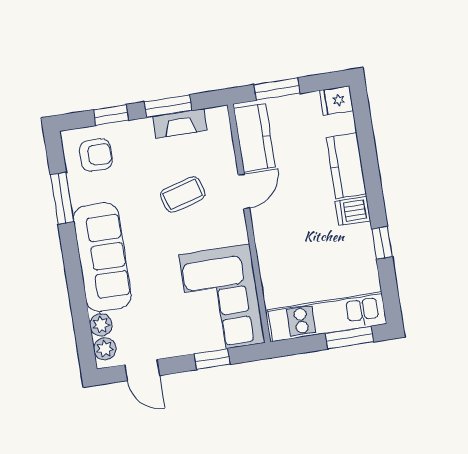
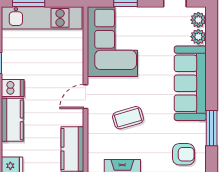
armchair: (96, 155) -> (184, 154), turned 180
door: (244, 191) -> (85, 97), moved

